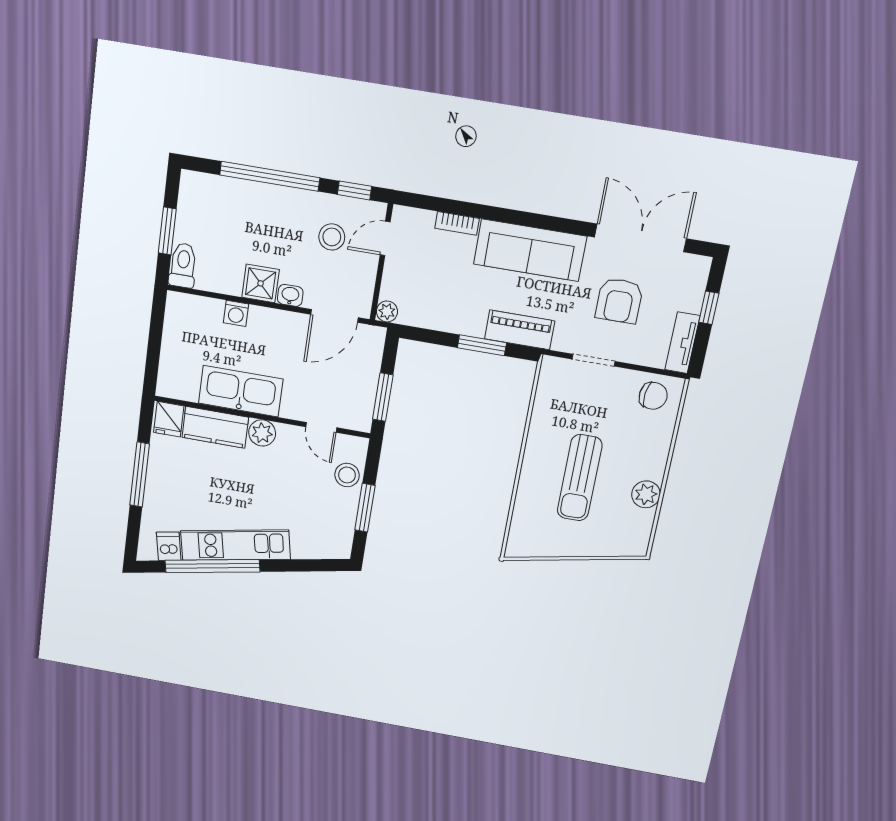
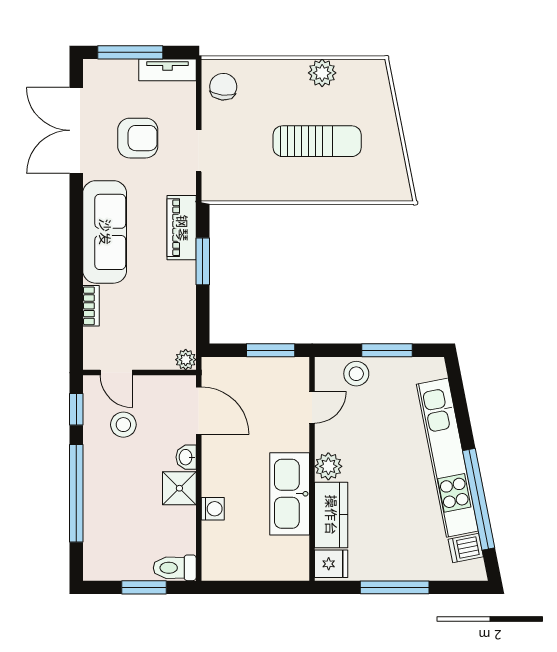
window: (709, 308) -> (130, 52), width x2.17
kitchen unit: (235, 545) -> (447, 458), width x1.36

